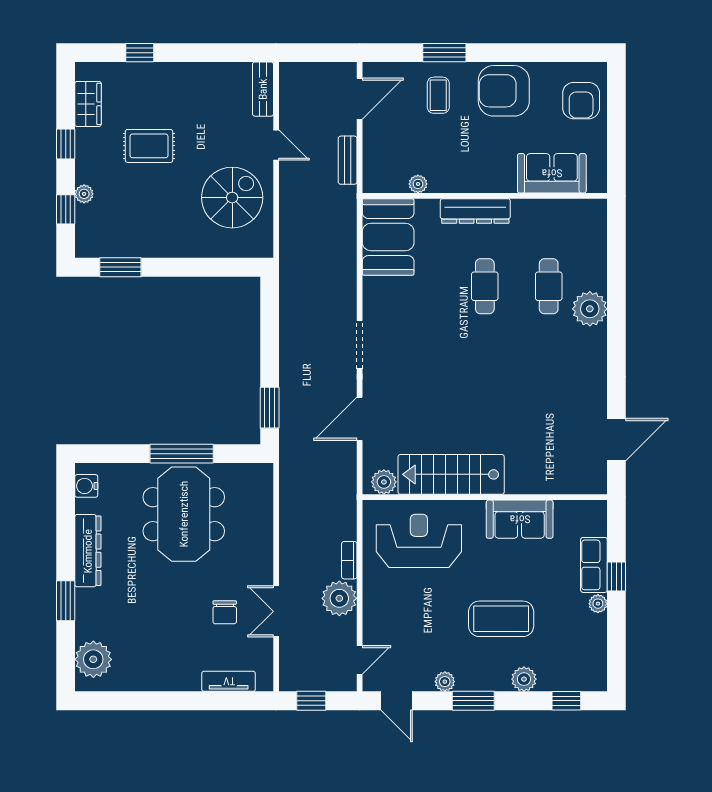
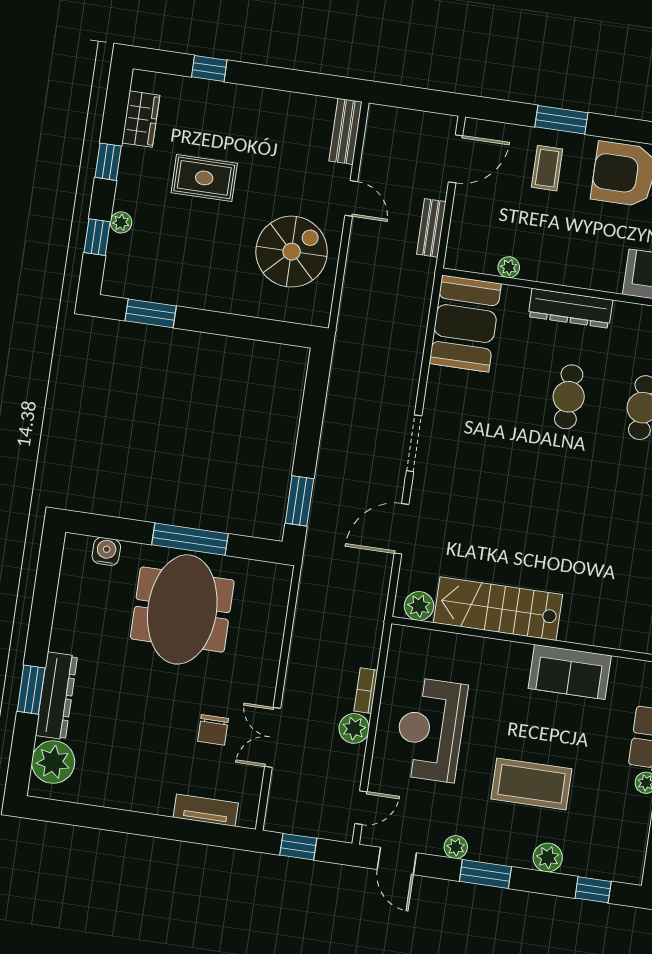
water cooler: (86, 486) -> (106, 551), moved, turned 90
reception desk: (419, 541) -> (430, 730), moved, turned -90
dresser: (88, 551) -> (56, 696), moved
plant: (339, 598) -> (354, 728), width x0.73, depth x0.73

